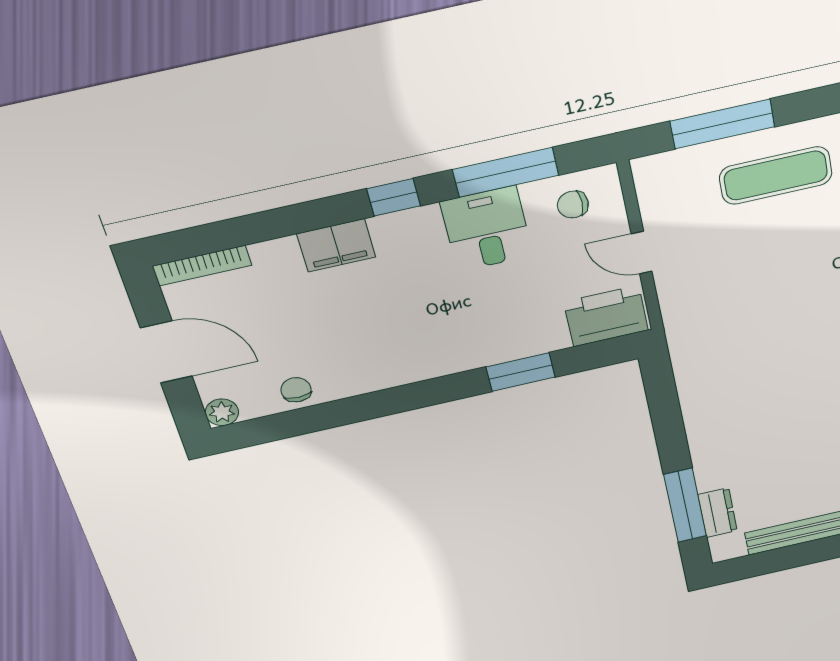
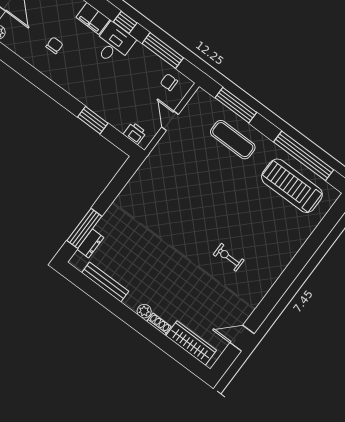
desk: (487, 229) -> (114, 44), moved
printer: (606, 316) -> (135, 133), width x0.53, depth x0.68
chair: (296, 390) -> (54, 45), moved

